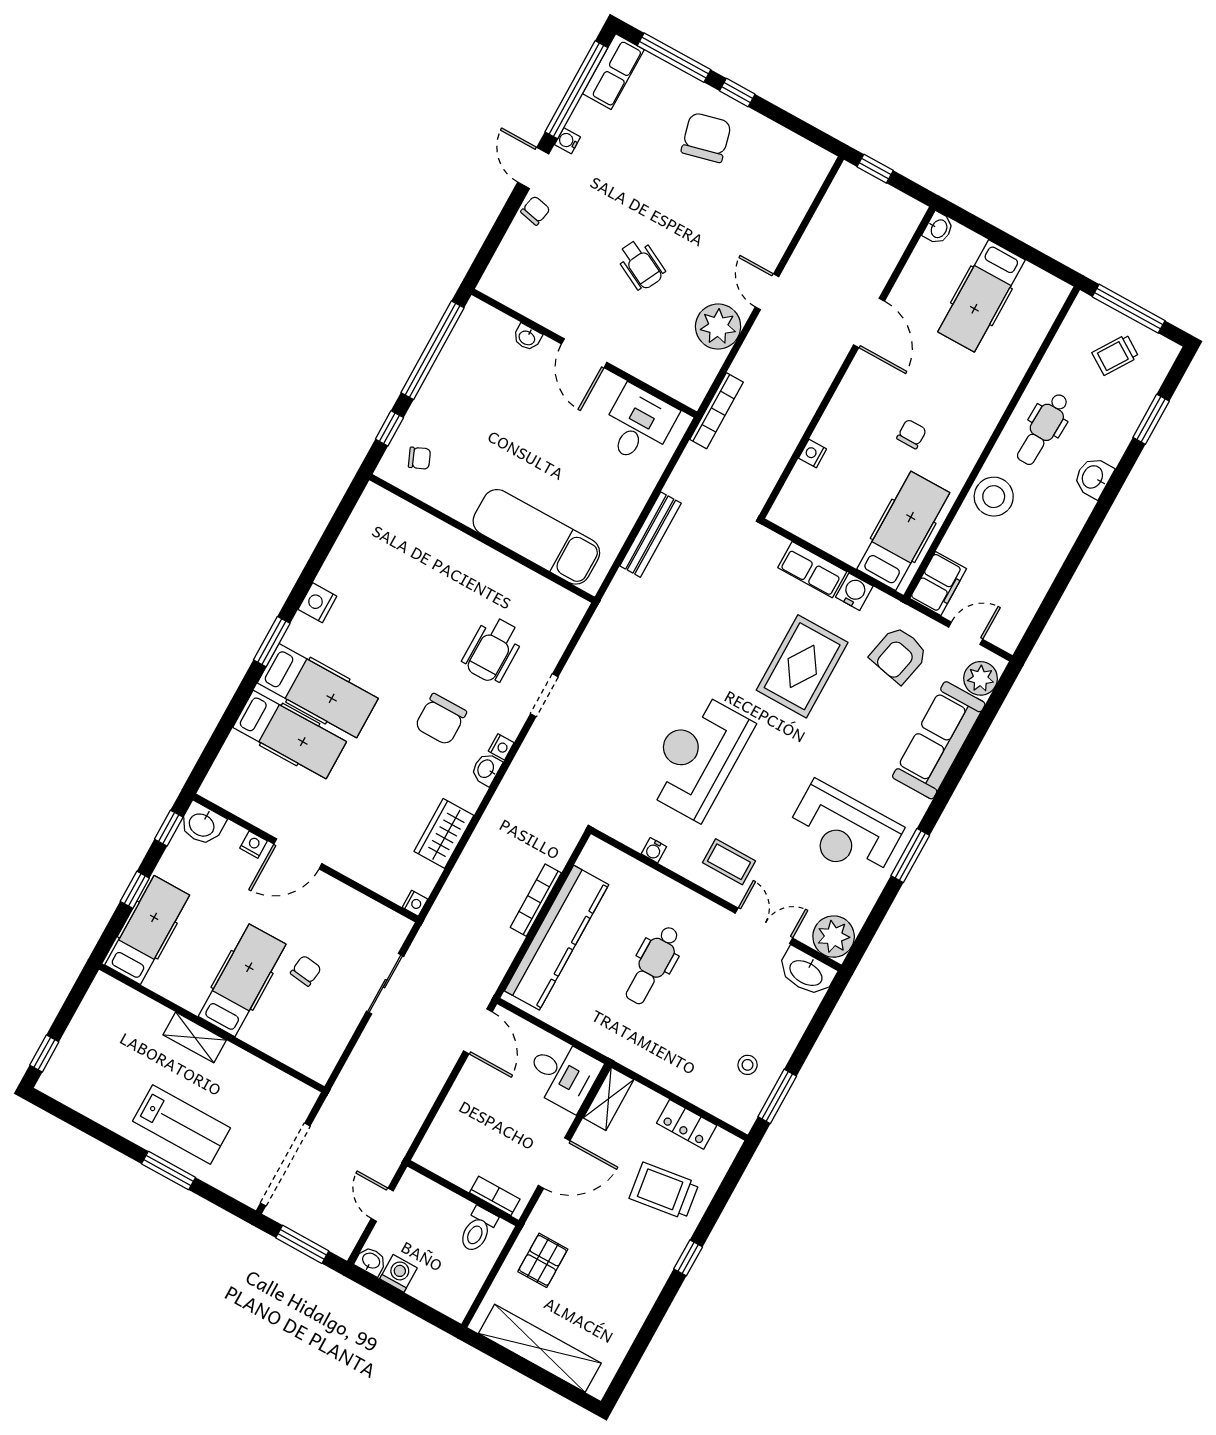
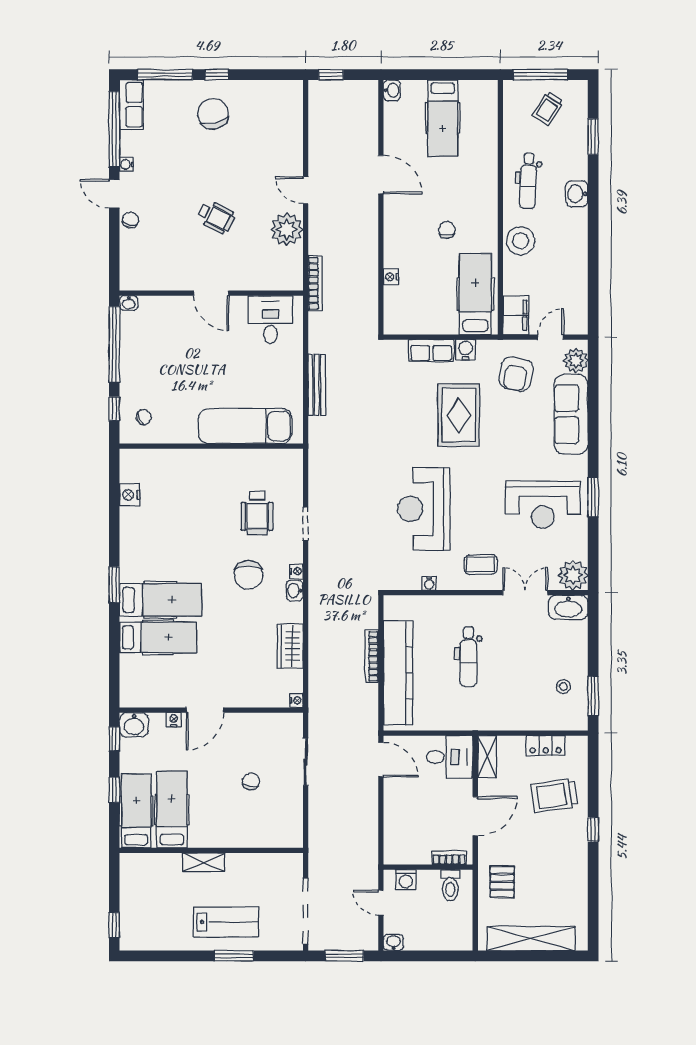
washbasin: (527, 337) -> (129, 303), moved
nightstand: (317, 603) -> (130, 495), moved
hospital bed: (242, 980) -> (172, 810), moved
washing machine: (398, 1273) -> (406, 880), moved, turned 180

